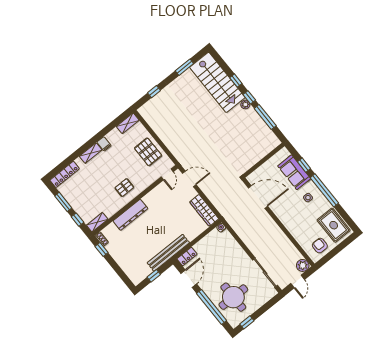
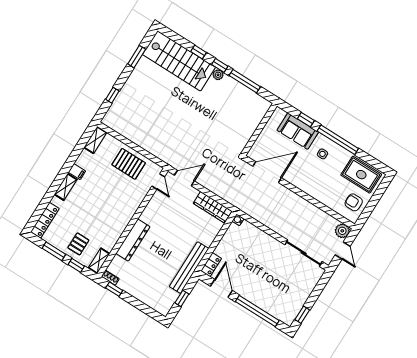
pallet: (124, 188) -> (78, 244), moved
round table: (233, 297) -> (278, 292), removed

